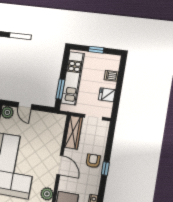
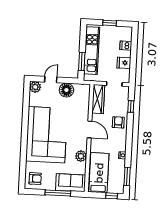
door: (25, 106) -> (51, 80), swing flipped
floor lamp: (40, 119) -> (66, 90), added
window: (105, 169) -> (131, 106), moved

